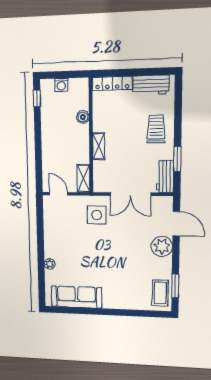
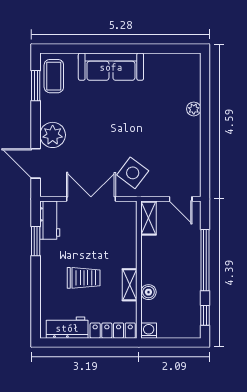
washing machine: (61, 85) -> (149, 331), moved
trolley: (156, 129) -> (84, 278), moved, turned -90
window: (38, 144) -> (205, 260), added
shelving: (99, 146) -> (130, 285), moved
side table: (97, 215) -> (133, 173), turned 37
sofa: (76, 297) -> (111, 67), moved

